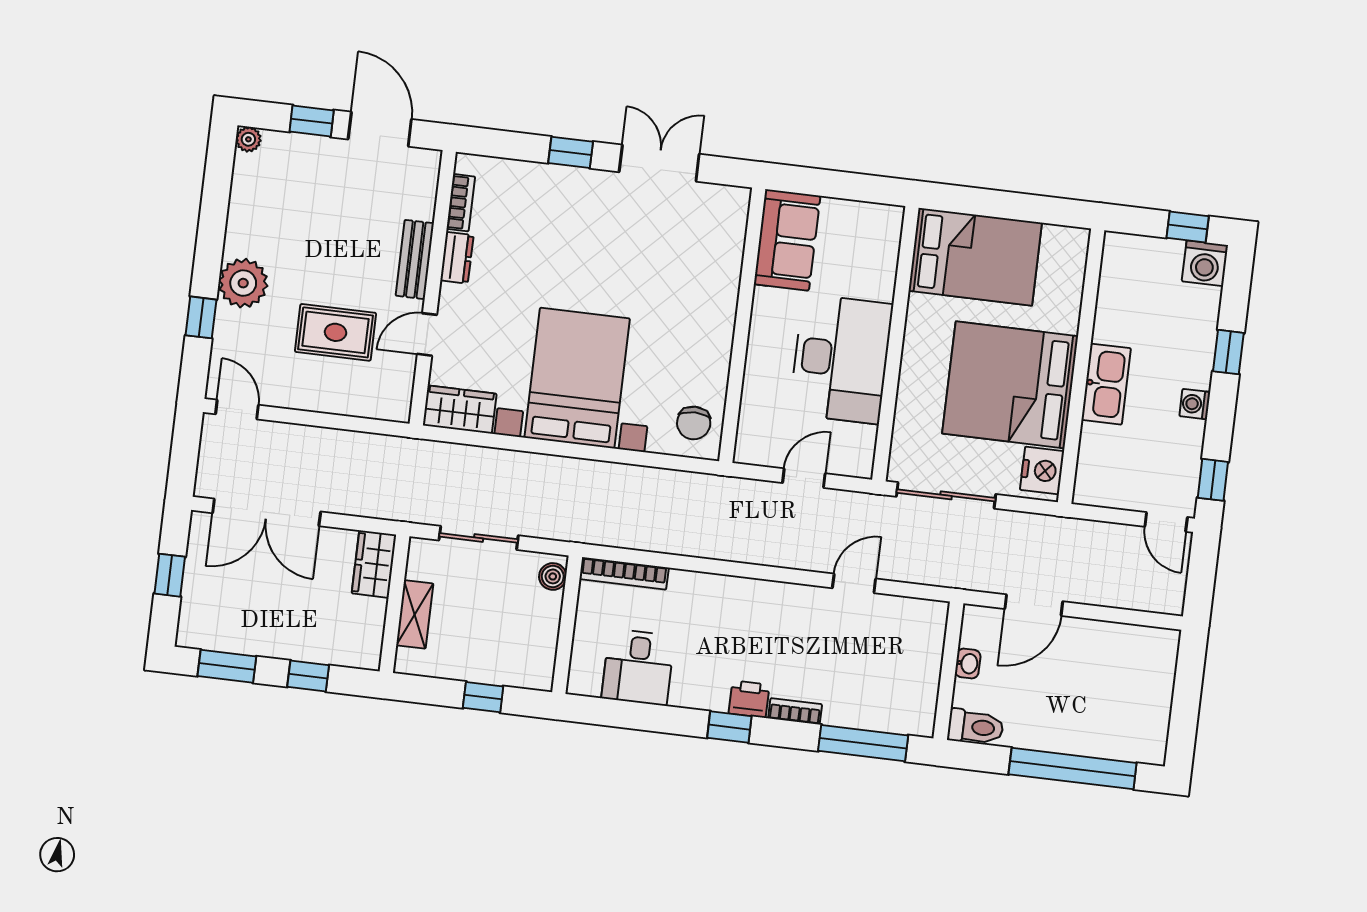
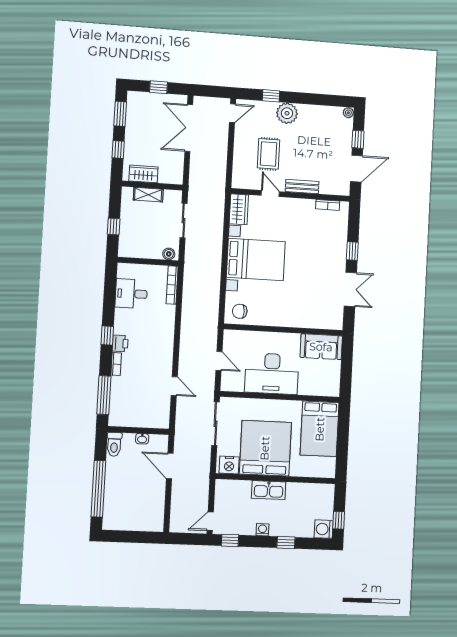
dresser: (457, 258) -> (304, 205), removed
wardrobe: (374, 564) -> (143, 174), moved

